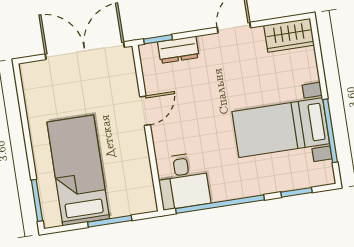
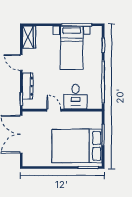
dresser: (178, 50) -> (28, 86), width x1.44
bed: (78, 170) -> (77, 146), width x1.50
desk: (183, 181) -> (76, 97), moved, turned 90

